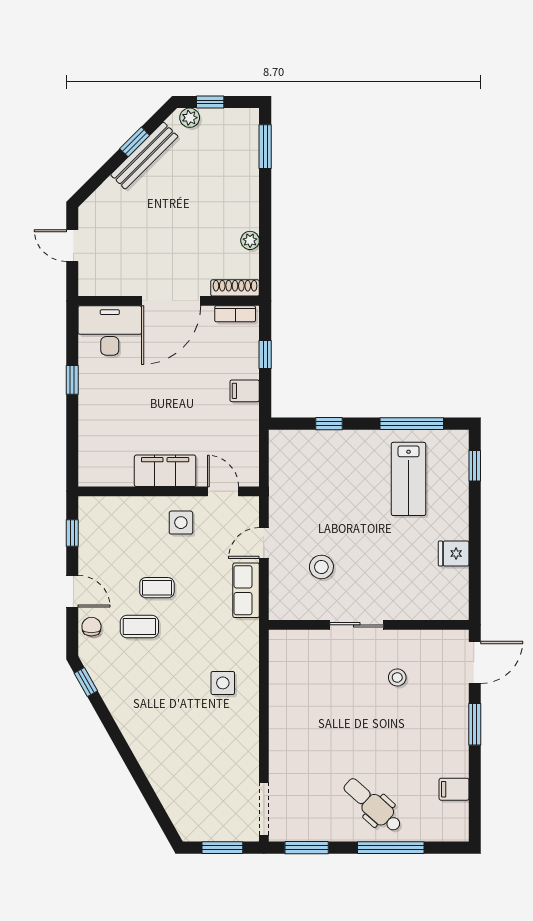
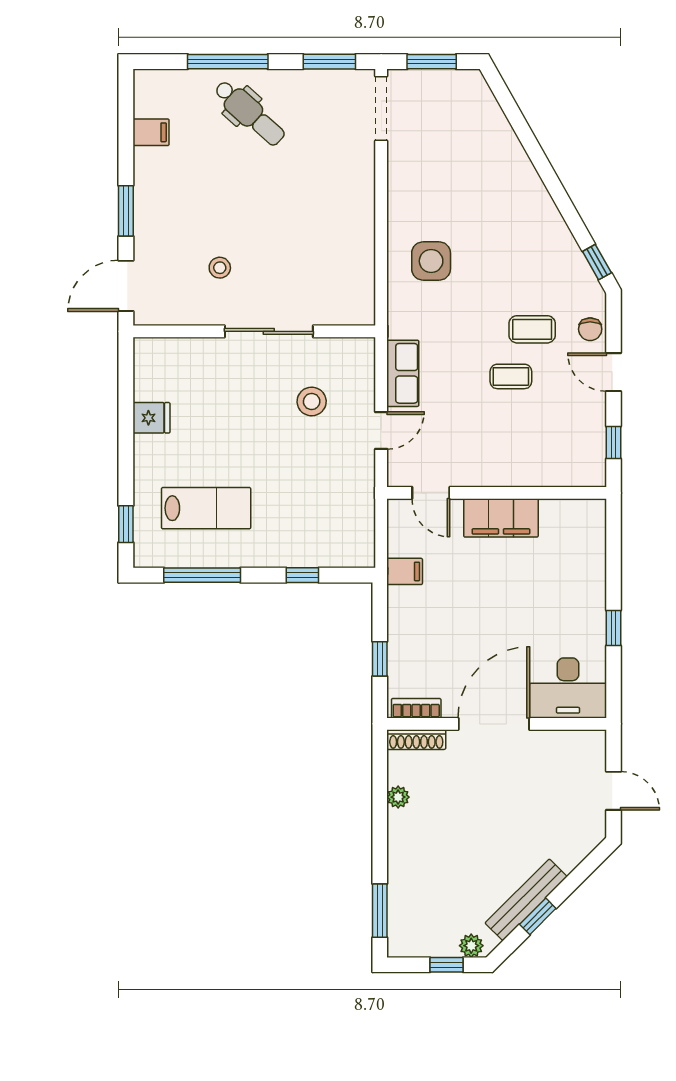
filing cabinet: (245, 391) -> (405, 571), moved
lab bench: (409, 479) -> (206, 508), turned 90
side table: (181, 523) -> (482, 455), removed
sliding door: (357, 625) -> (269, 331), width x1.37
side table: (223, 683) -> (431, 261), width x1.37, depth x1.37

